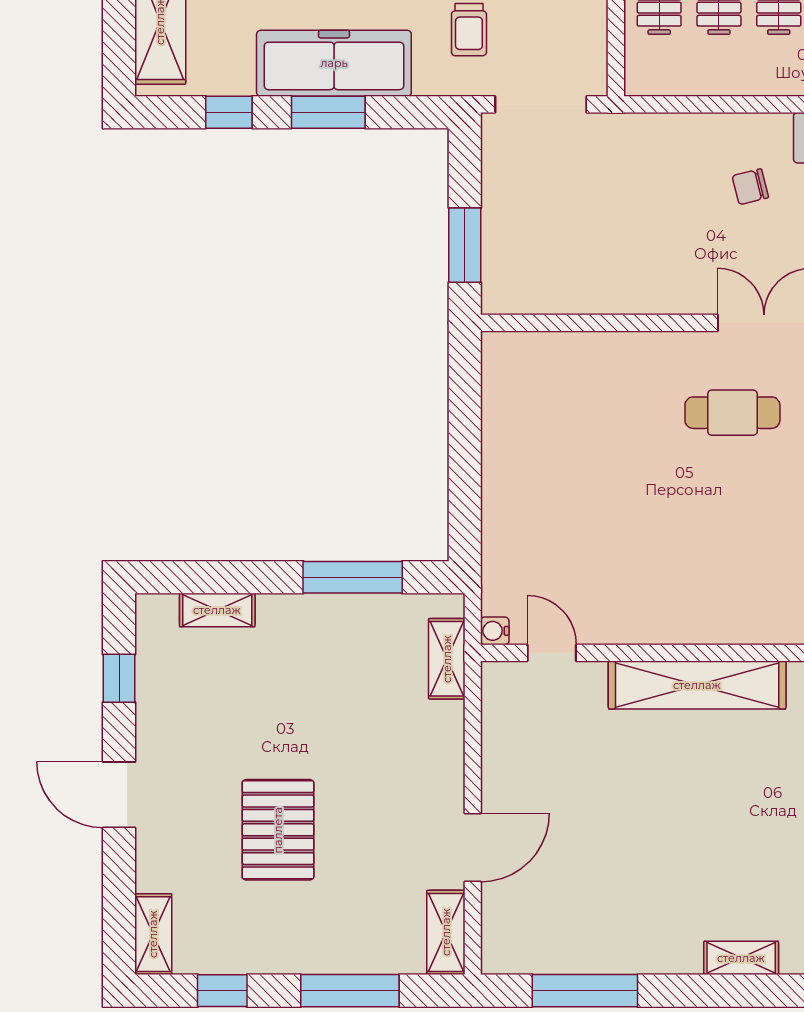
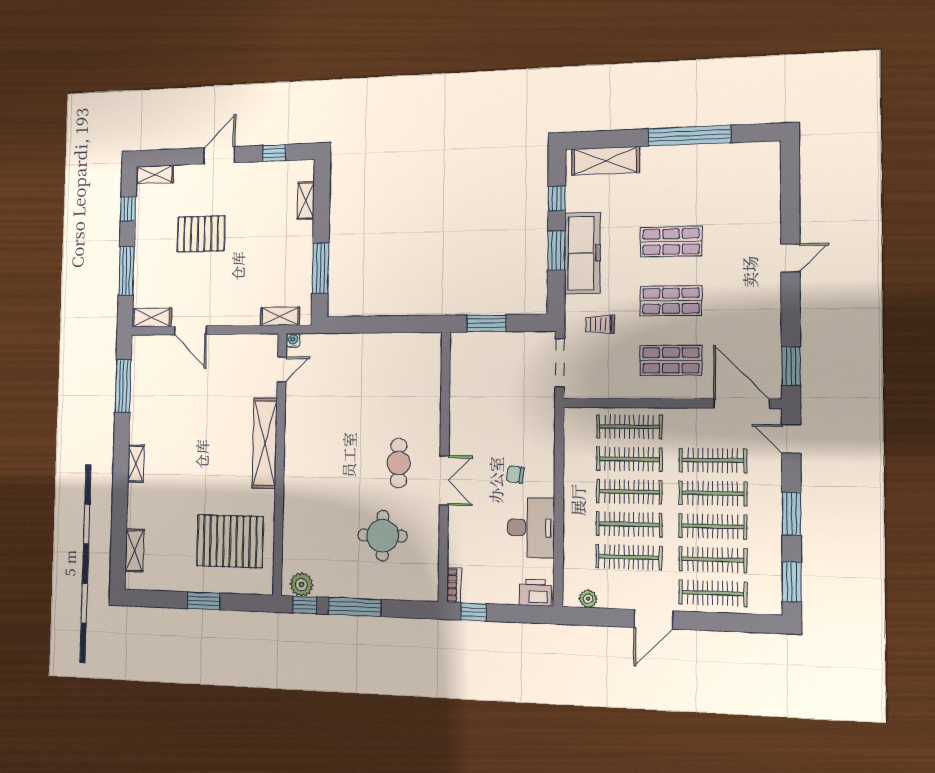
chair: (750, 187) -> (515, 474), turned -69

